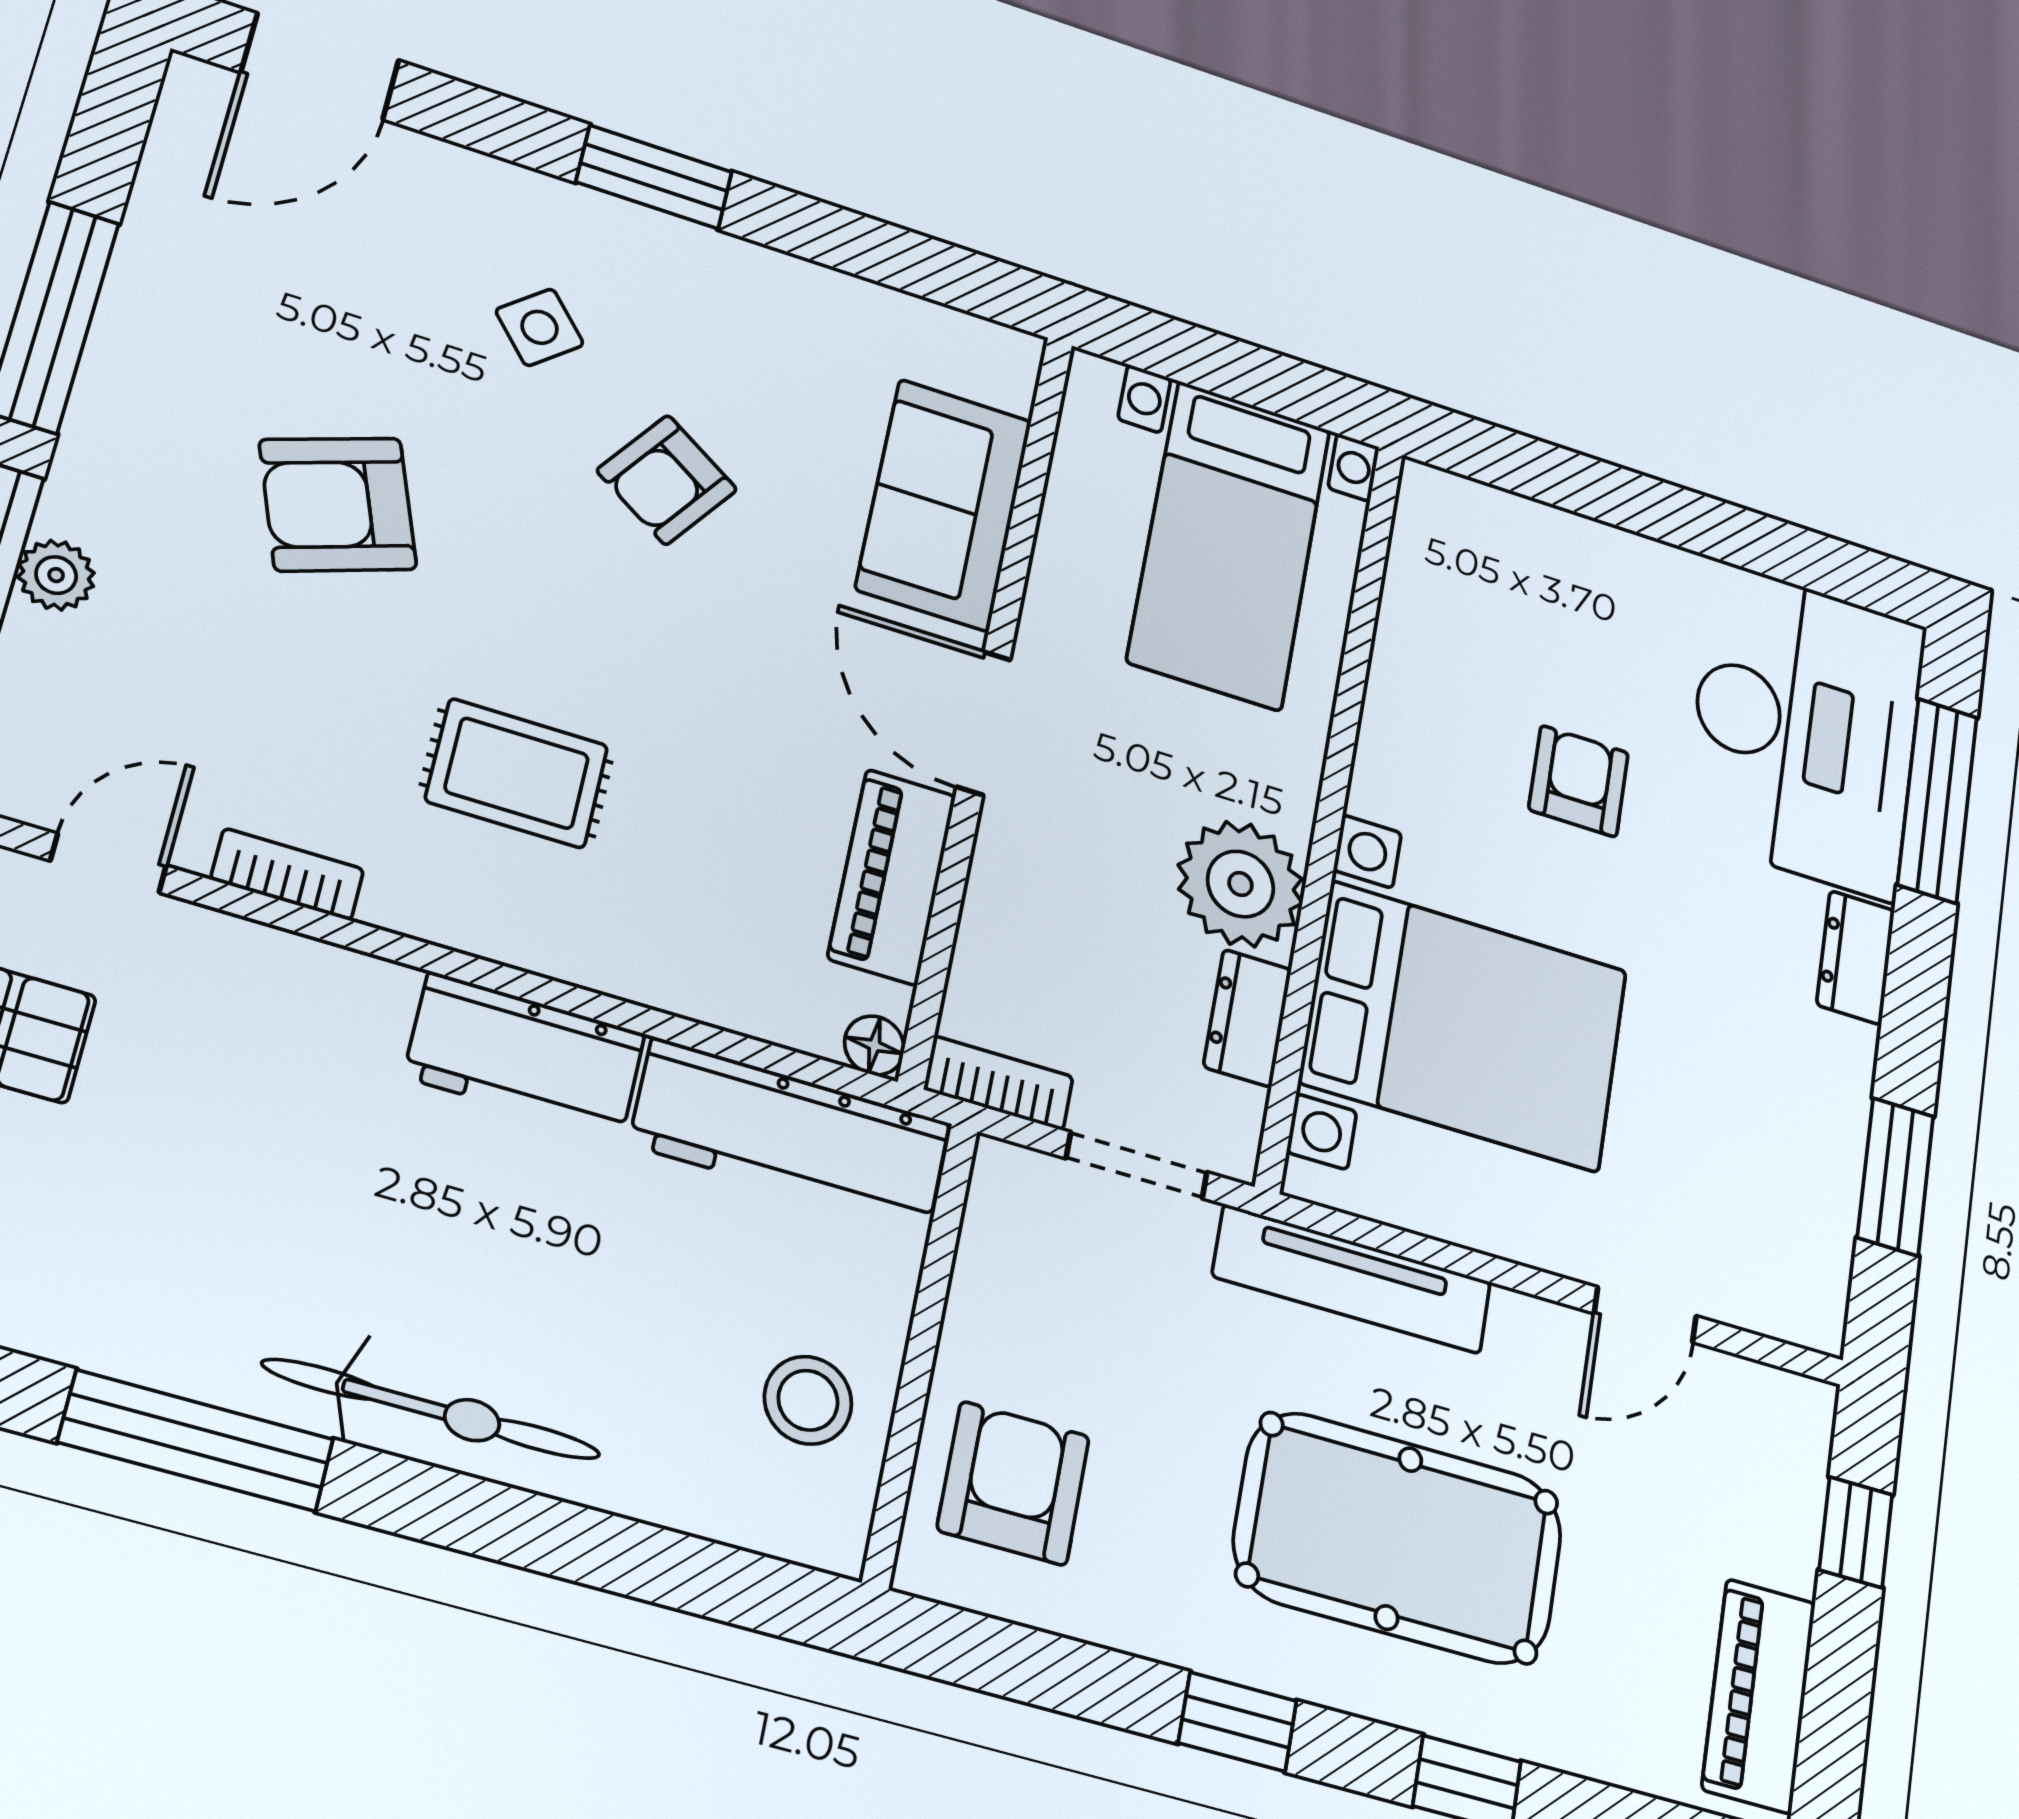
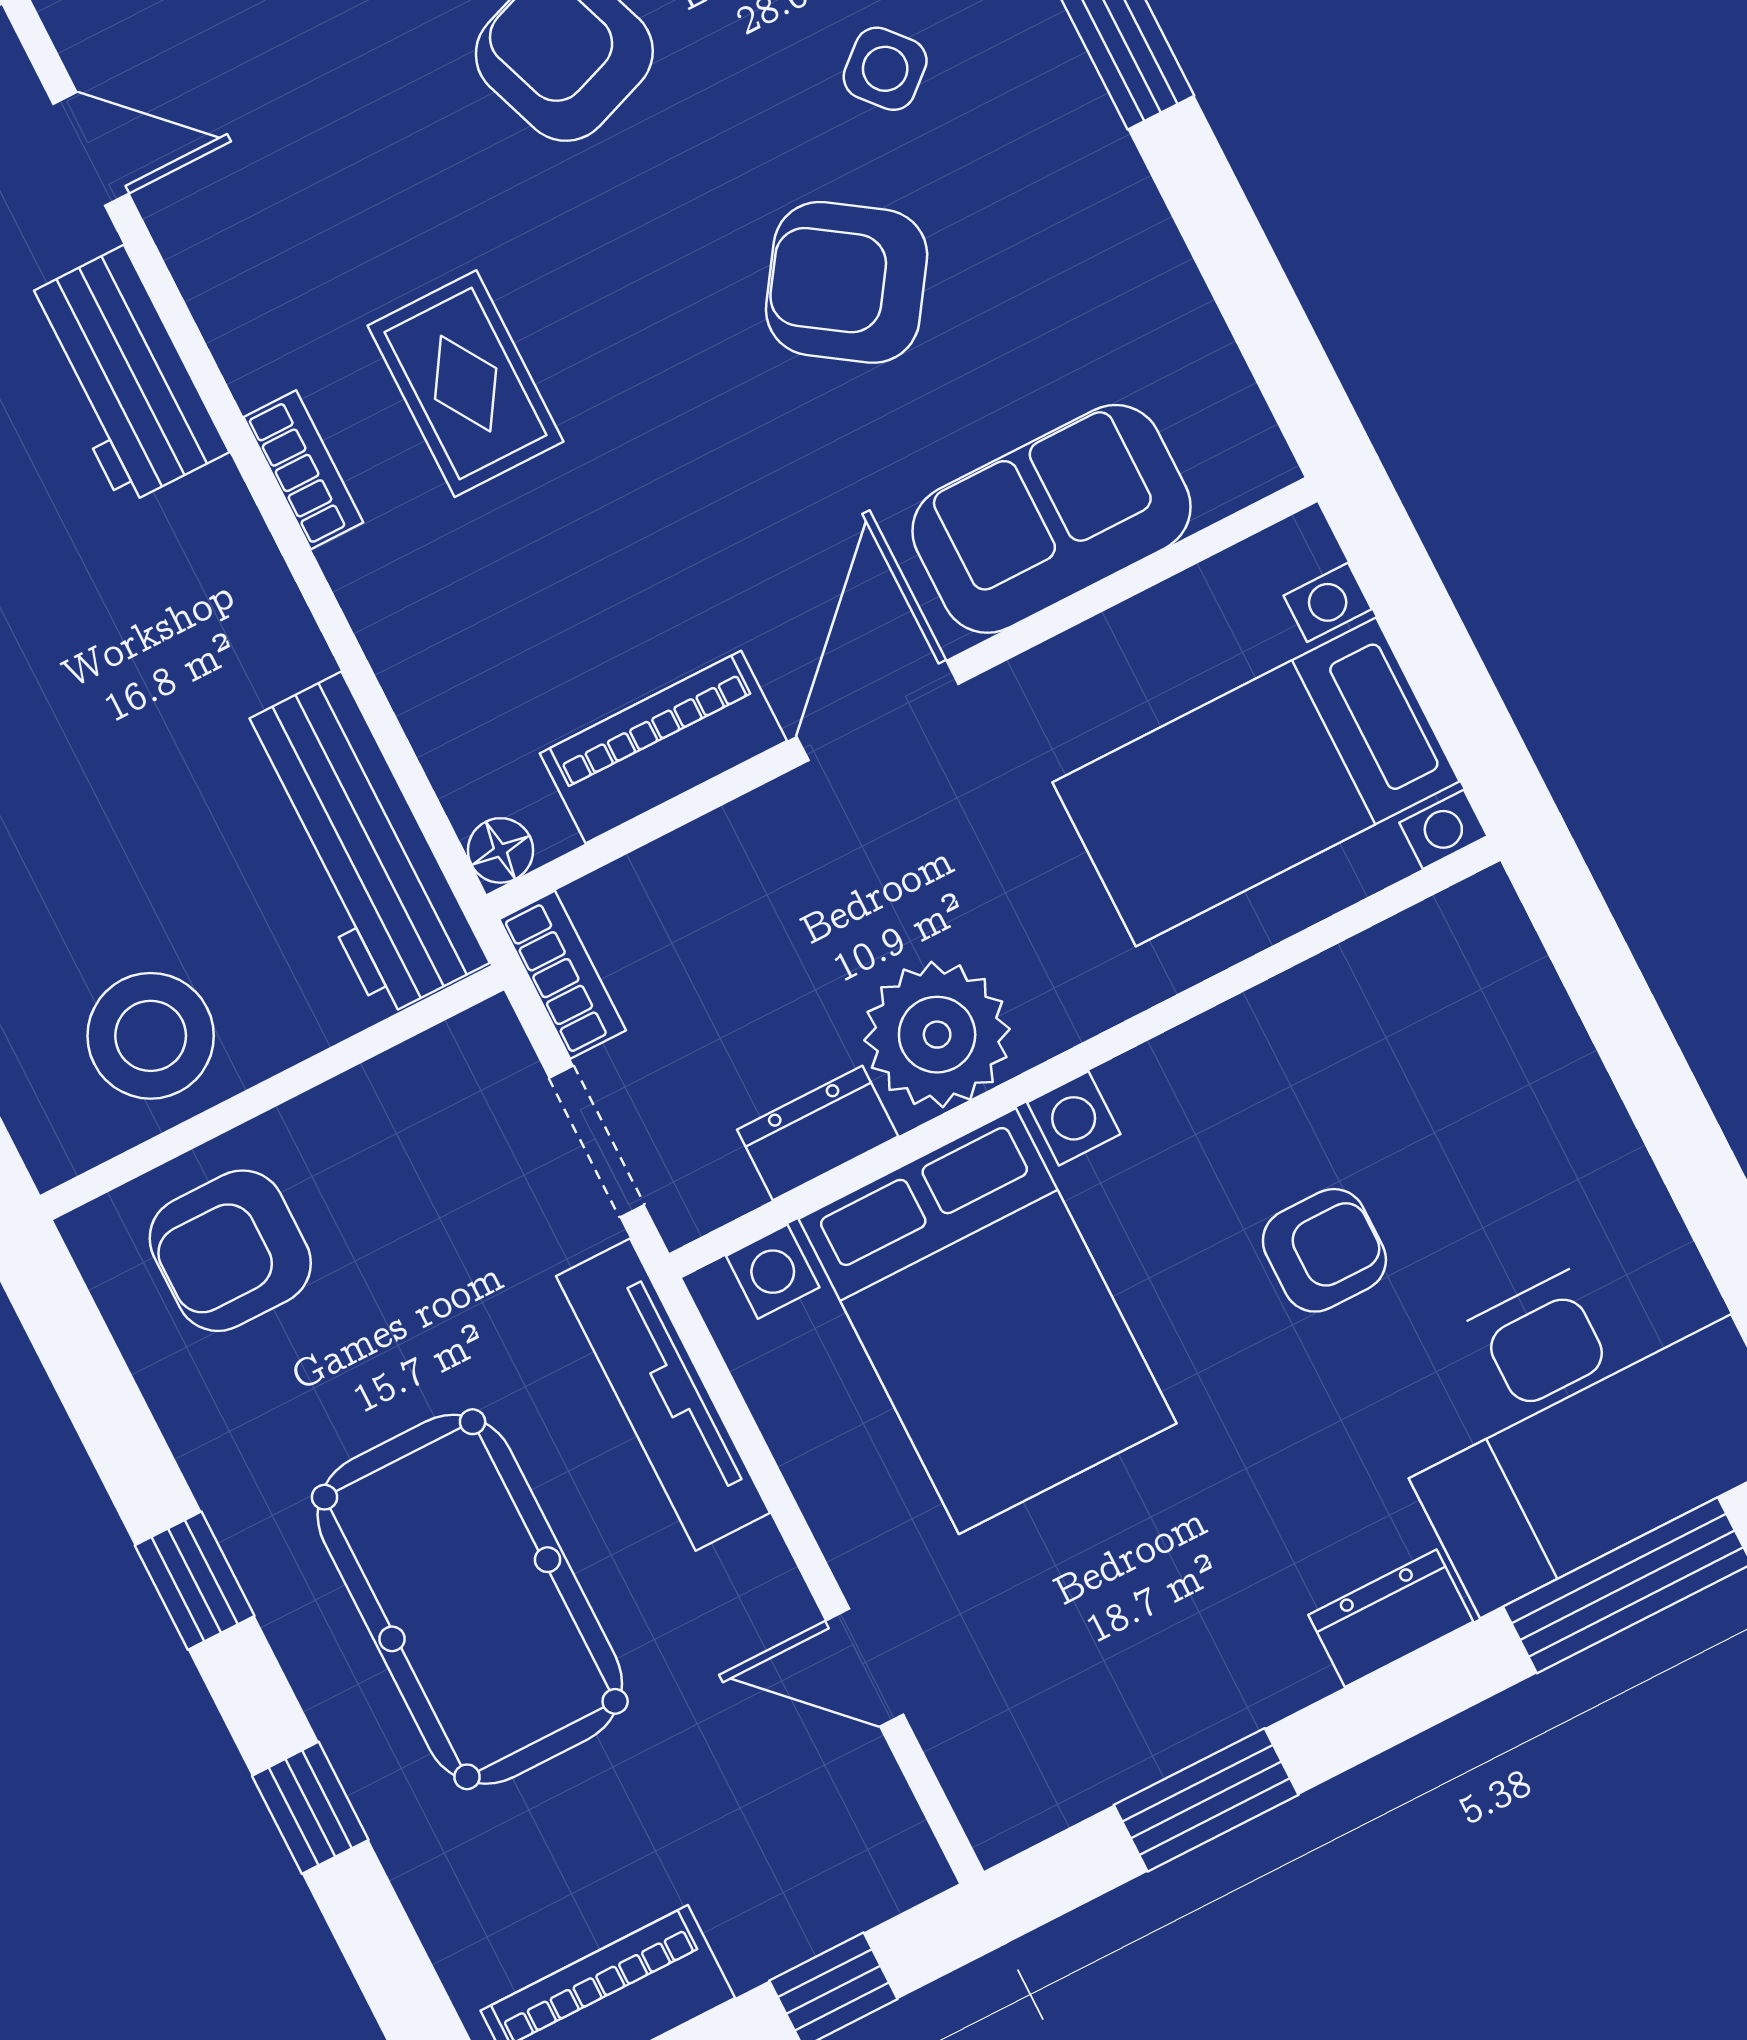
armchair: (667, 480) -> (847, 282), width x1.38, depth x1.38
bookcase: (287, 874) -> (303, 470), moved
workbench: (525, 1055) -> (123, 376), moved
stool: (808, 1400) -> (151, 1036), width x1.38, depth x1.38
armchair: (1013, 1483) -> (230, 1251), turned 180

